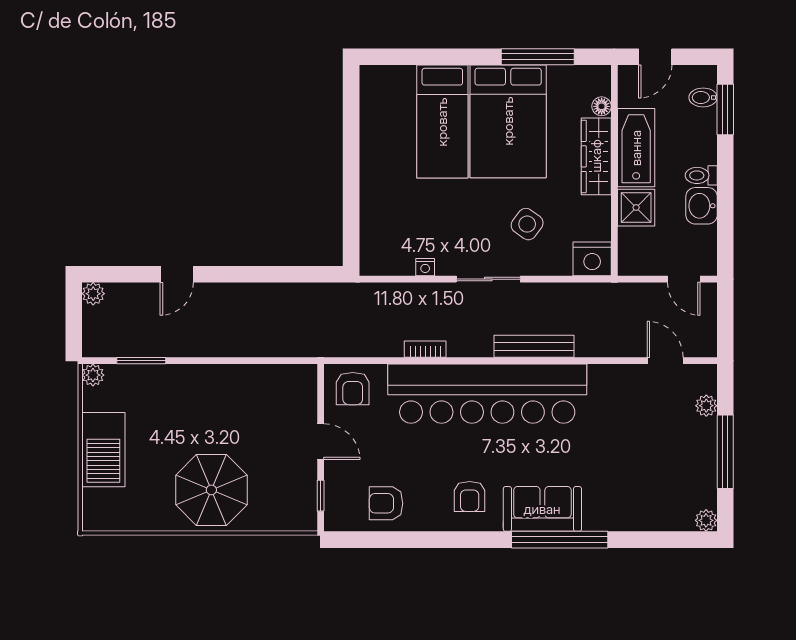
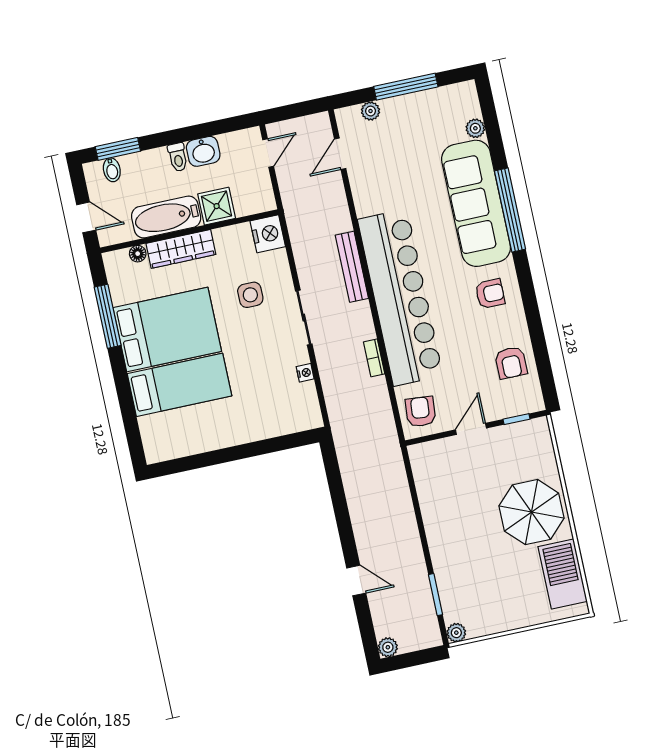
side table: (527, 224) -> (250, 295), turned -36
armchair: (353, 389) -> (420, 412), turned -85
barbecue: (103, 450) -> (563, 574), moved, turned -90
sofa: (542, 509) -> (476, 203), width x1.85, depth x1.27
plant: (706, 520) -> (475, 128), moved

